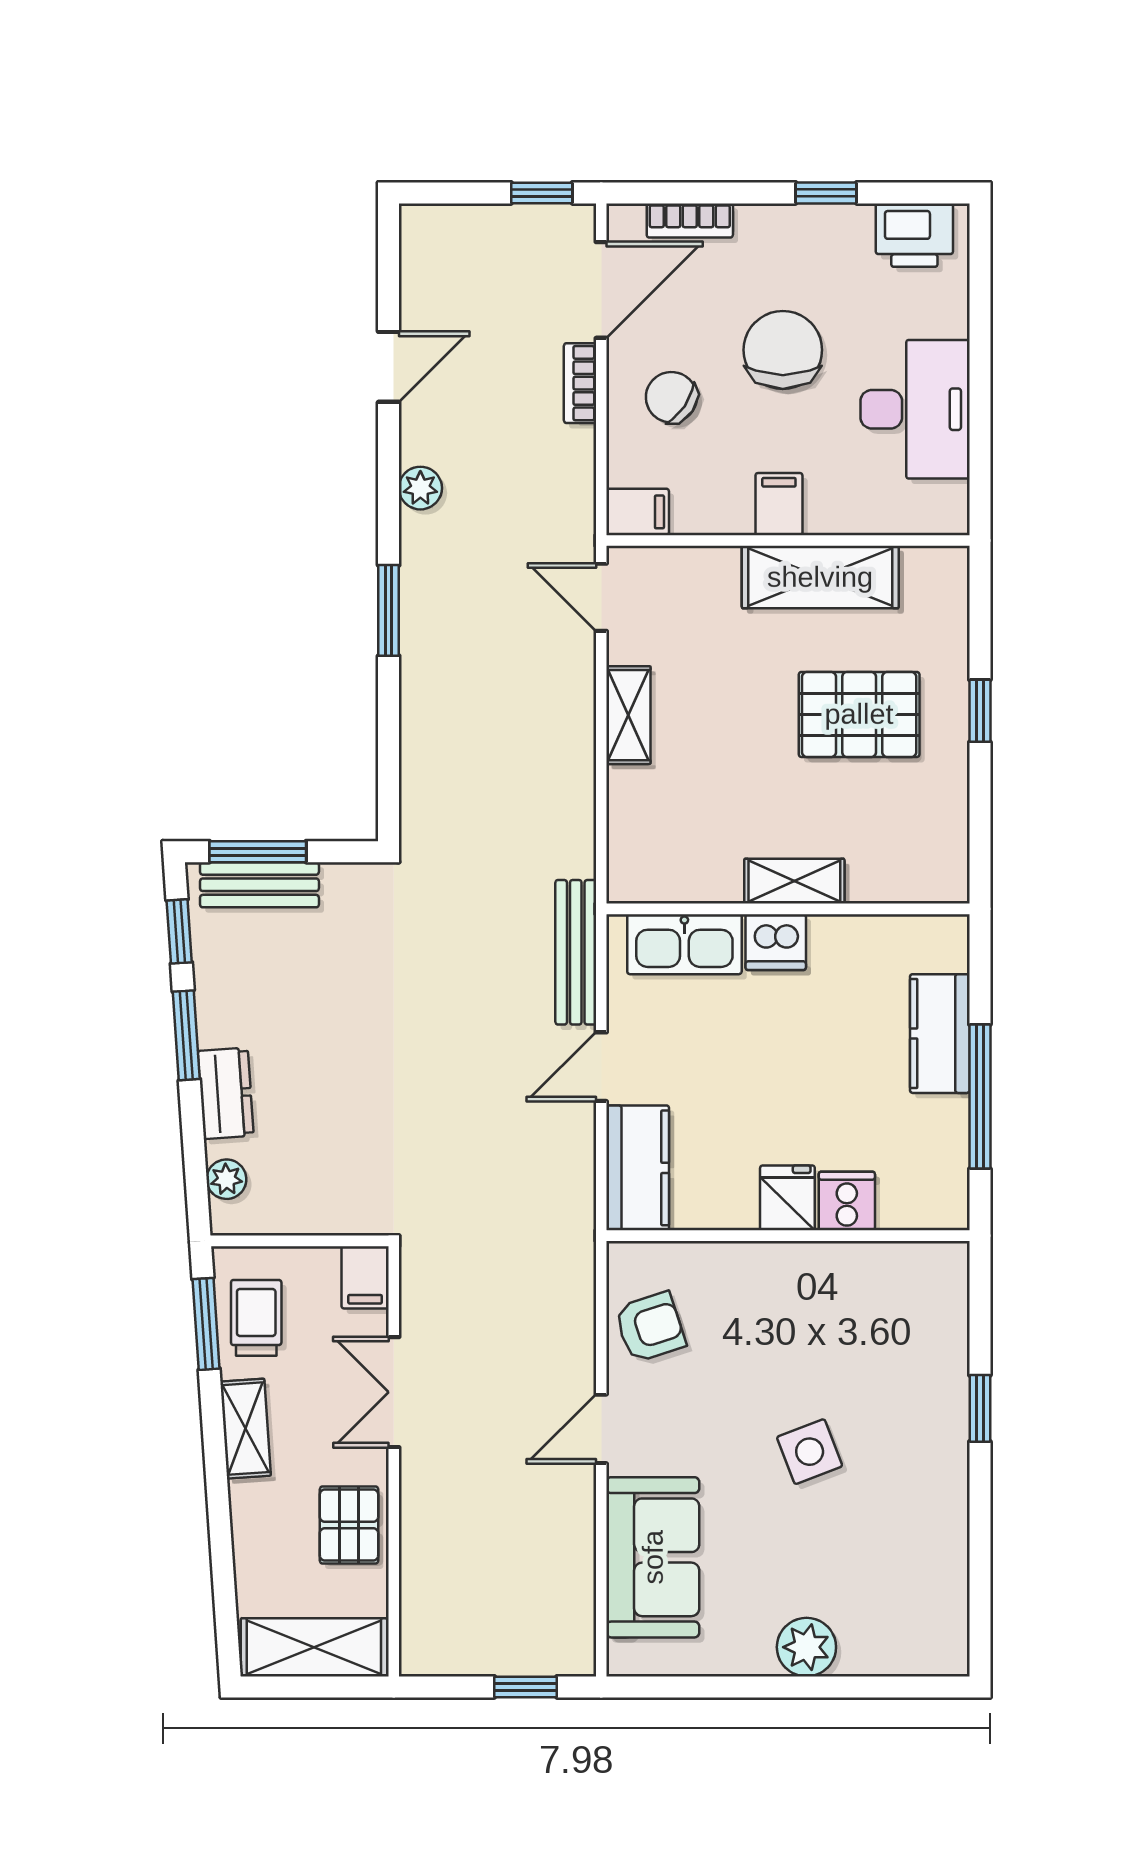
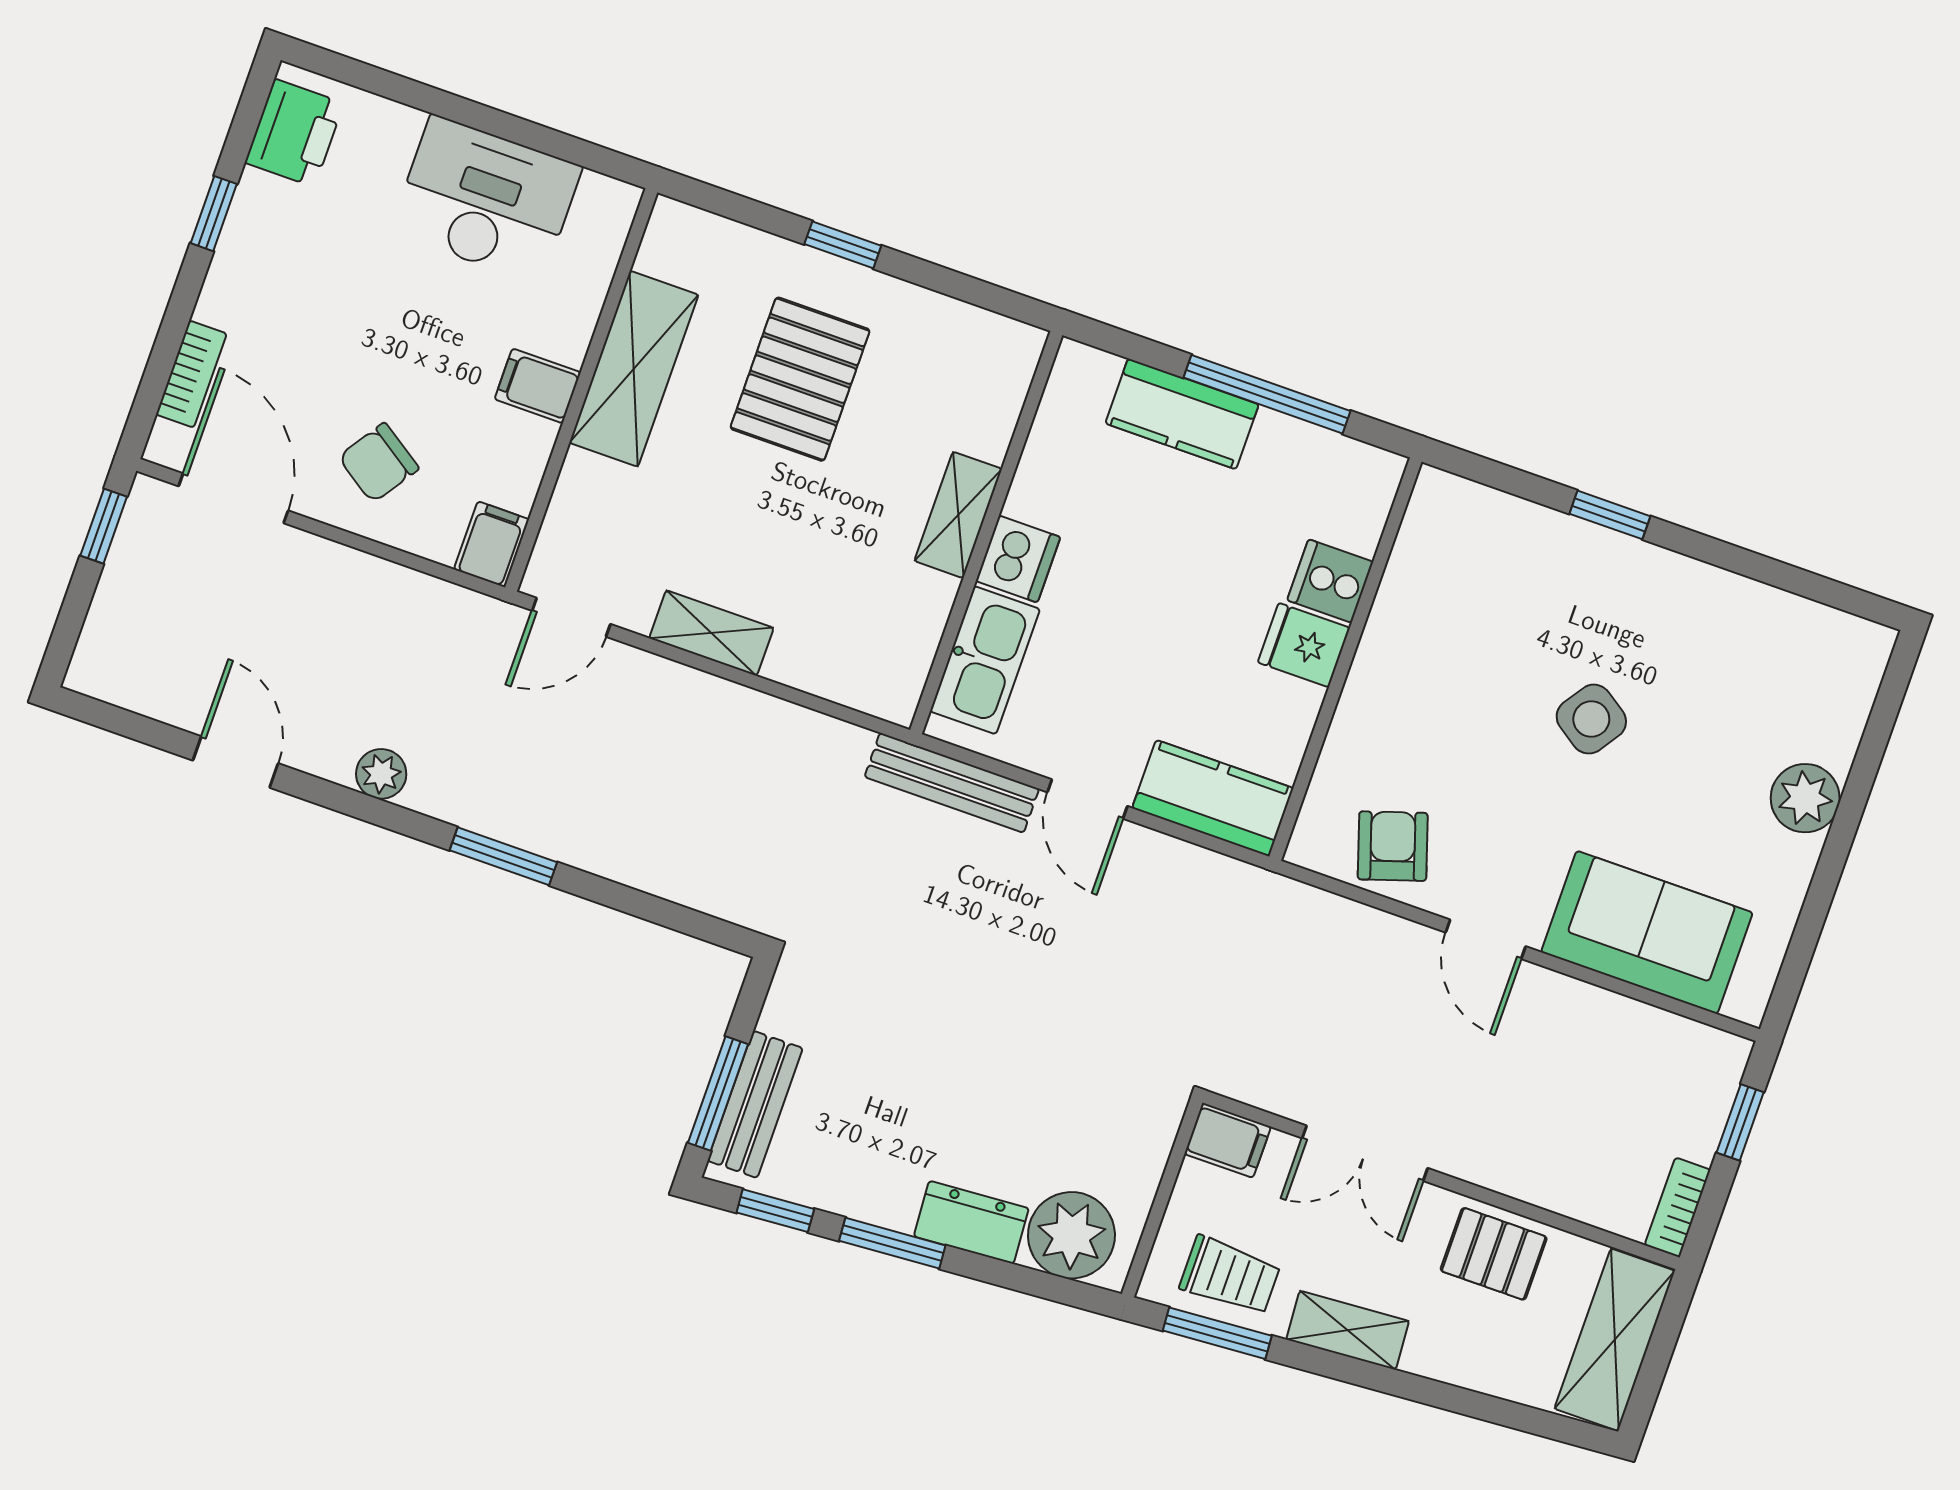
chair: (783, 350) -> (370, 322), removed
bookcase: (580, 383) -> (1678, 1207), moved, turned 90
plant: (226, 1179) -> (1071, 1235), width x1.88, depth x1.88
trolley: (256, 1318) -> (1230, 1276), turned 180
side table: (810, 1452) -> (1591, 719), turned -35

